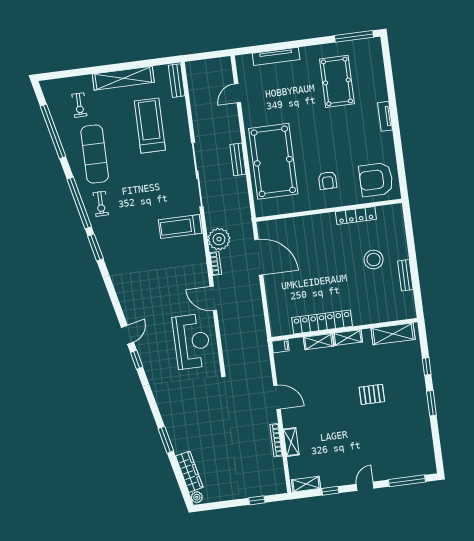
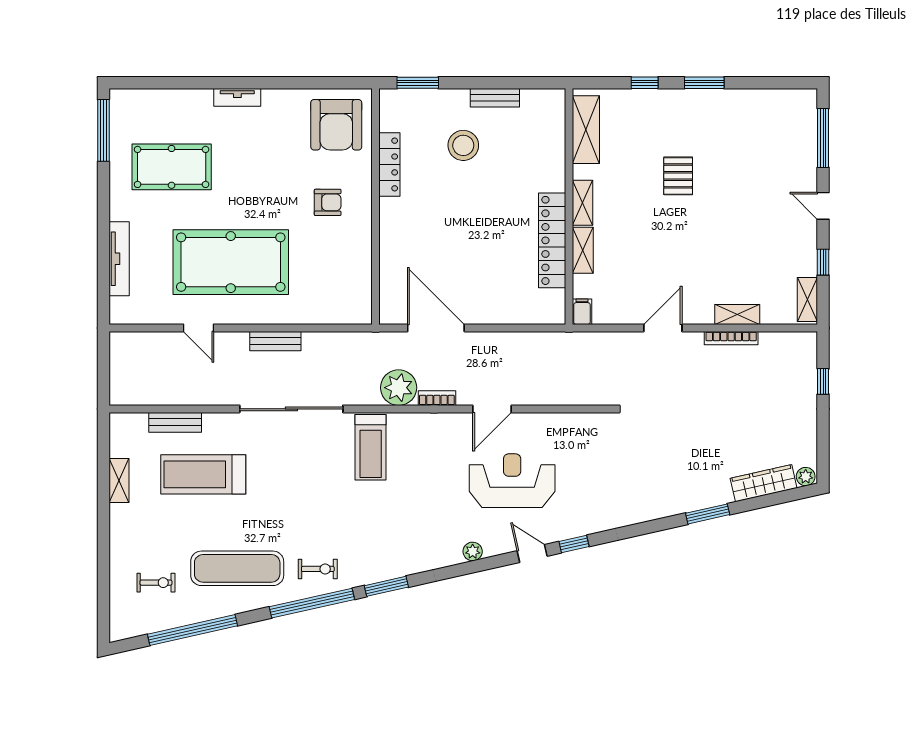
shelving: (123, 78) -> (119, 481), width x0.45, depth x0.75
bench: (177, 81) -> (175, 422), moved
door: (237, 93) -> (199, 328), moved
pool table: (273, 161) -> (231, 262), moved
window: (408, 226) -> (418, 83), added
door: (259, 257) -> (436, 328), hinge flipped
plant: (124, 298) -> (473, 551), added
reception desk: (192, 341) -> (512, 481), moved

